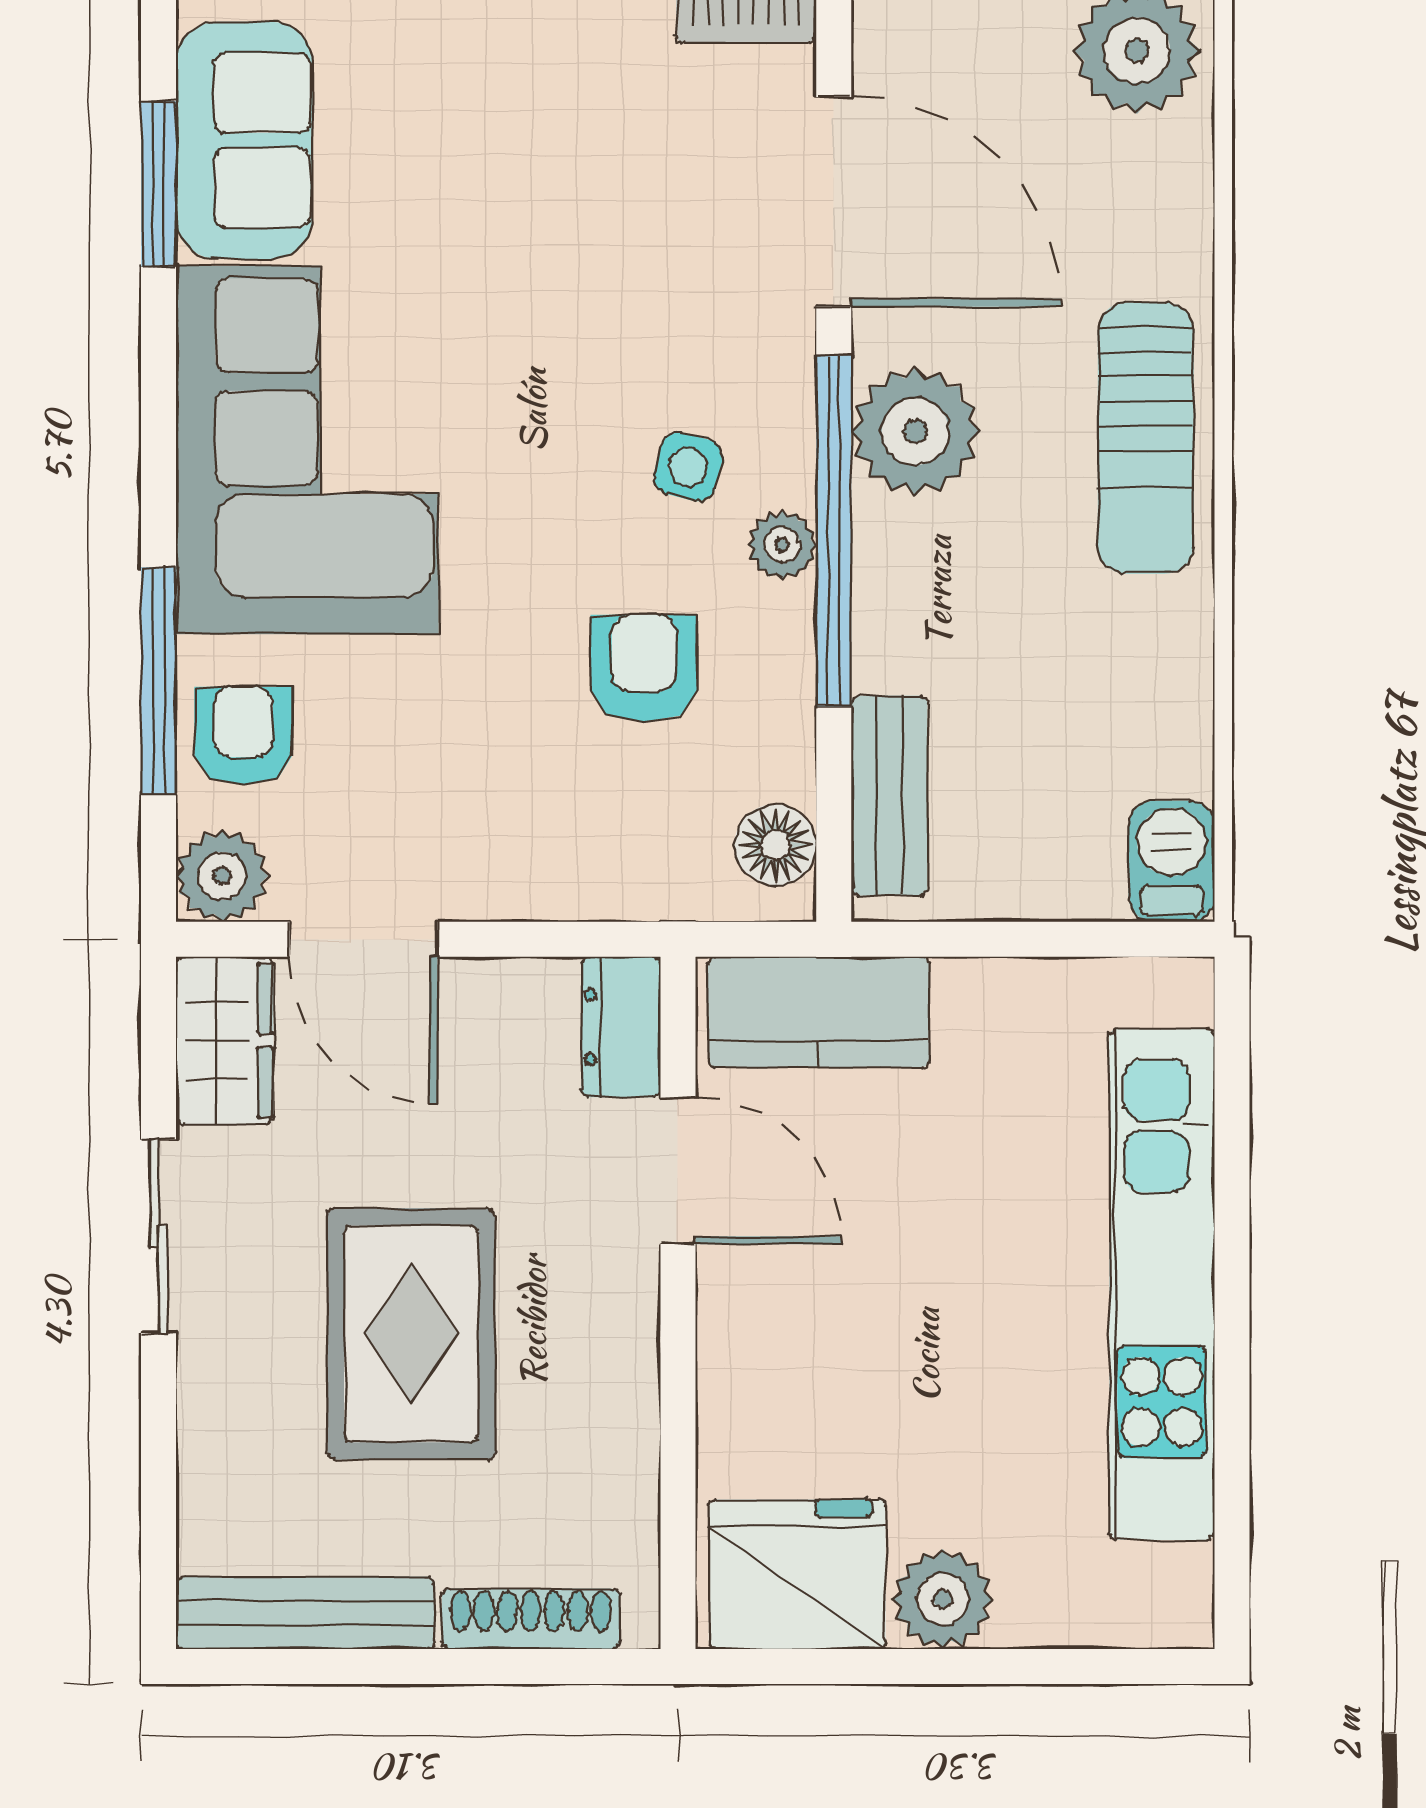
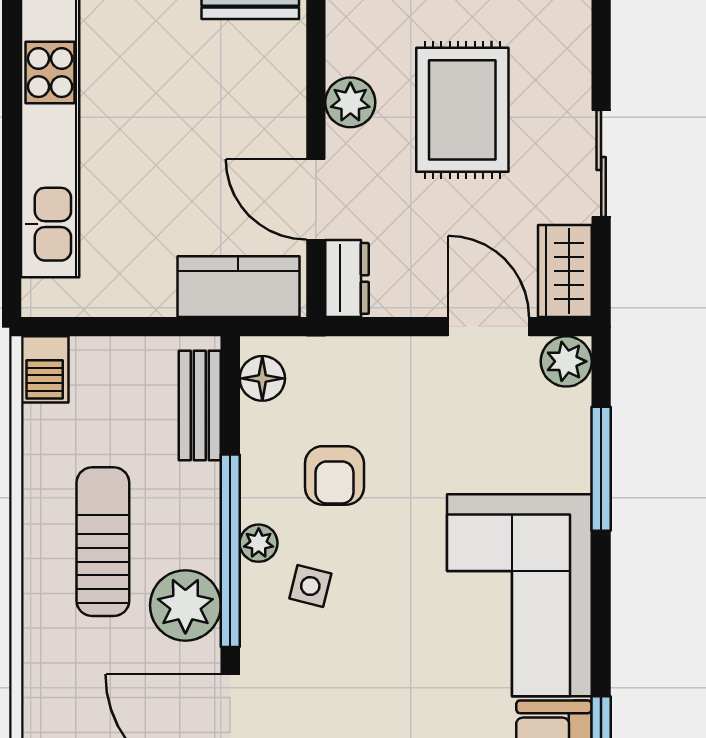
sun lounger: (1146, 438) -> (103, 542), moved
armchair: (243, 736) -> (555, 438), removed
plant: (615, 1348) -> (350, 102), added

